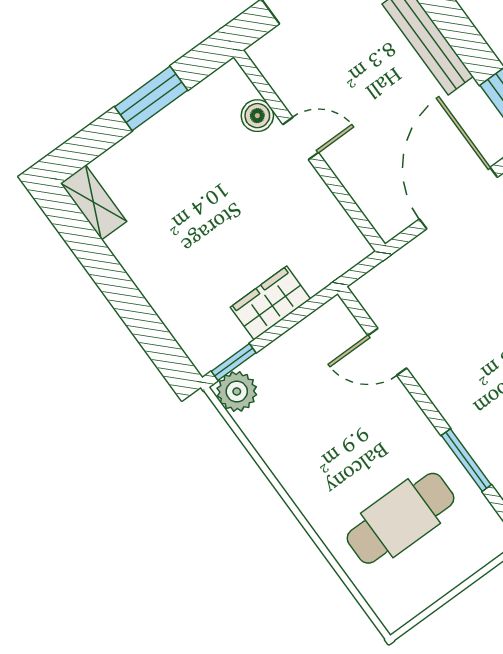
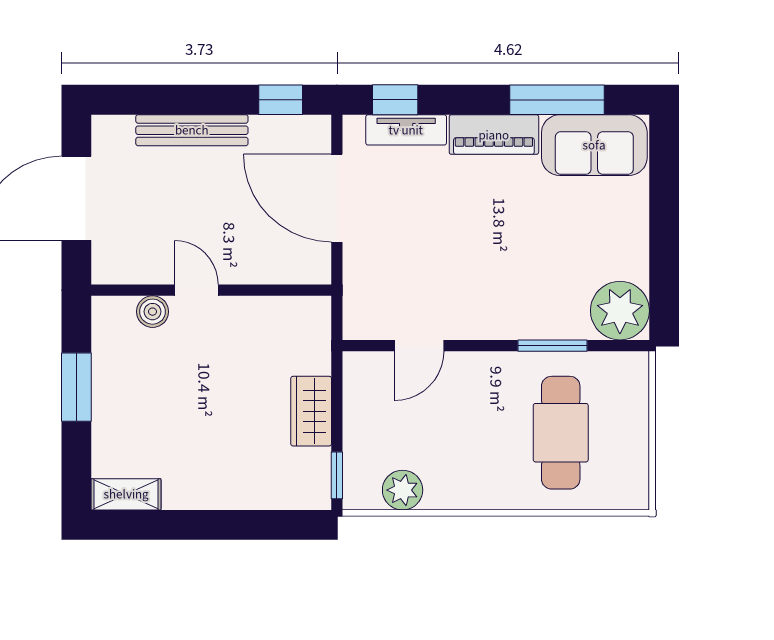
door: (301, 138) -> (196, 290), hinge flipped
plant: (237, 391) -> (403, 490), moved

